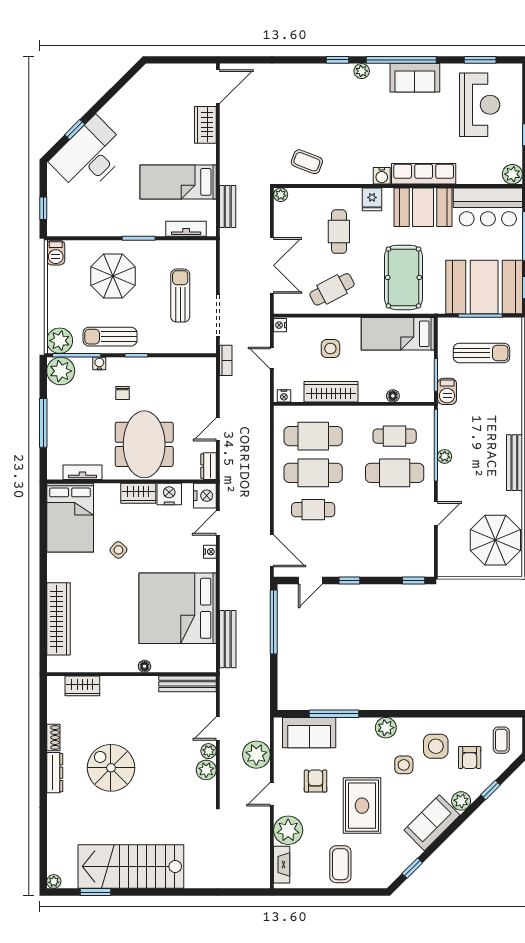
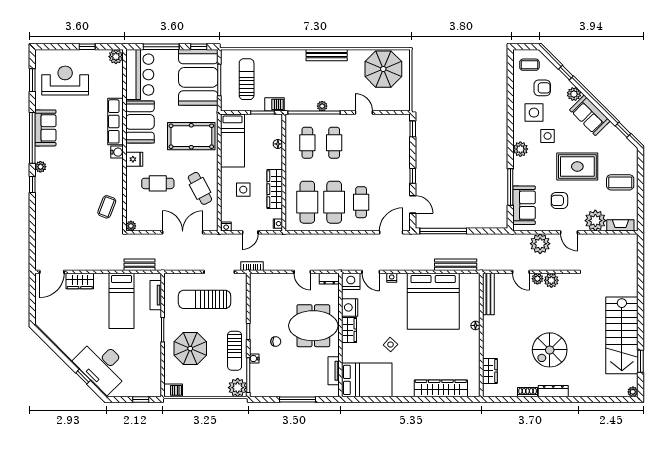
door: (218, 87) -> (52, 272), swing flipped
sun lounger: (180, 296) -> (205, 299), width x1.36, depth x1.34
plant: (61, 371) -> (260, 387), removed
cafe table: (395, 473) -> (334, 143), width x0.73, depth x0.74

